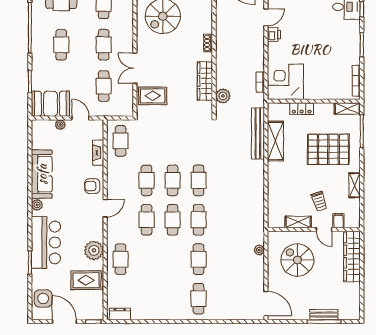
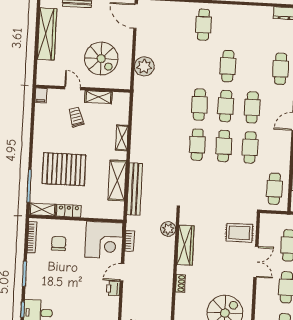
door: (266, 17) -> (122, 272), moved
chair: (330, 76) -> (59, 243), added
locker: (302, 109) -> (69, 211), moved
shelving: (355, 185) -> (122, 138), moved
filing cabinet: (338, 221) -> (41, 95), moved
plant: (259, 250) -> (144, 66), width x1.87, depth x1.87
wardrobe: (352, 256) -> (47, 34), moved
cafe table: (199, 259) -> (228, 66), moved

